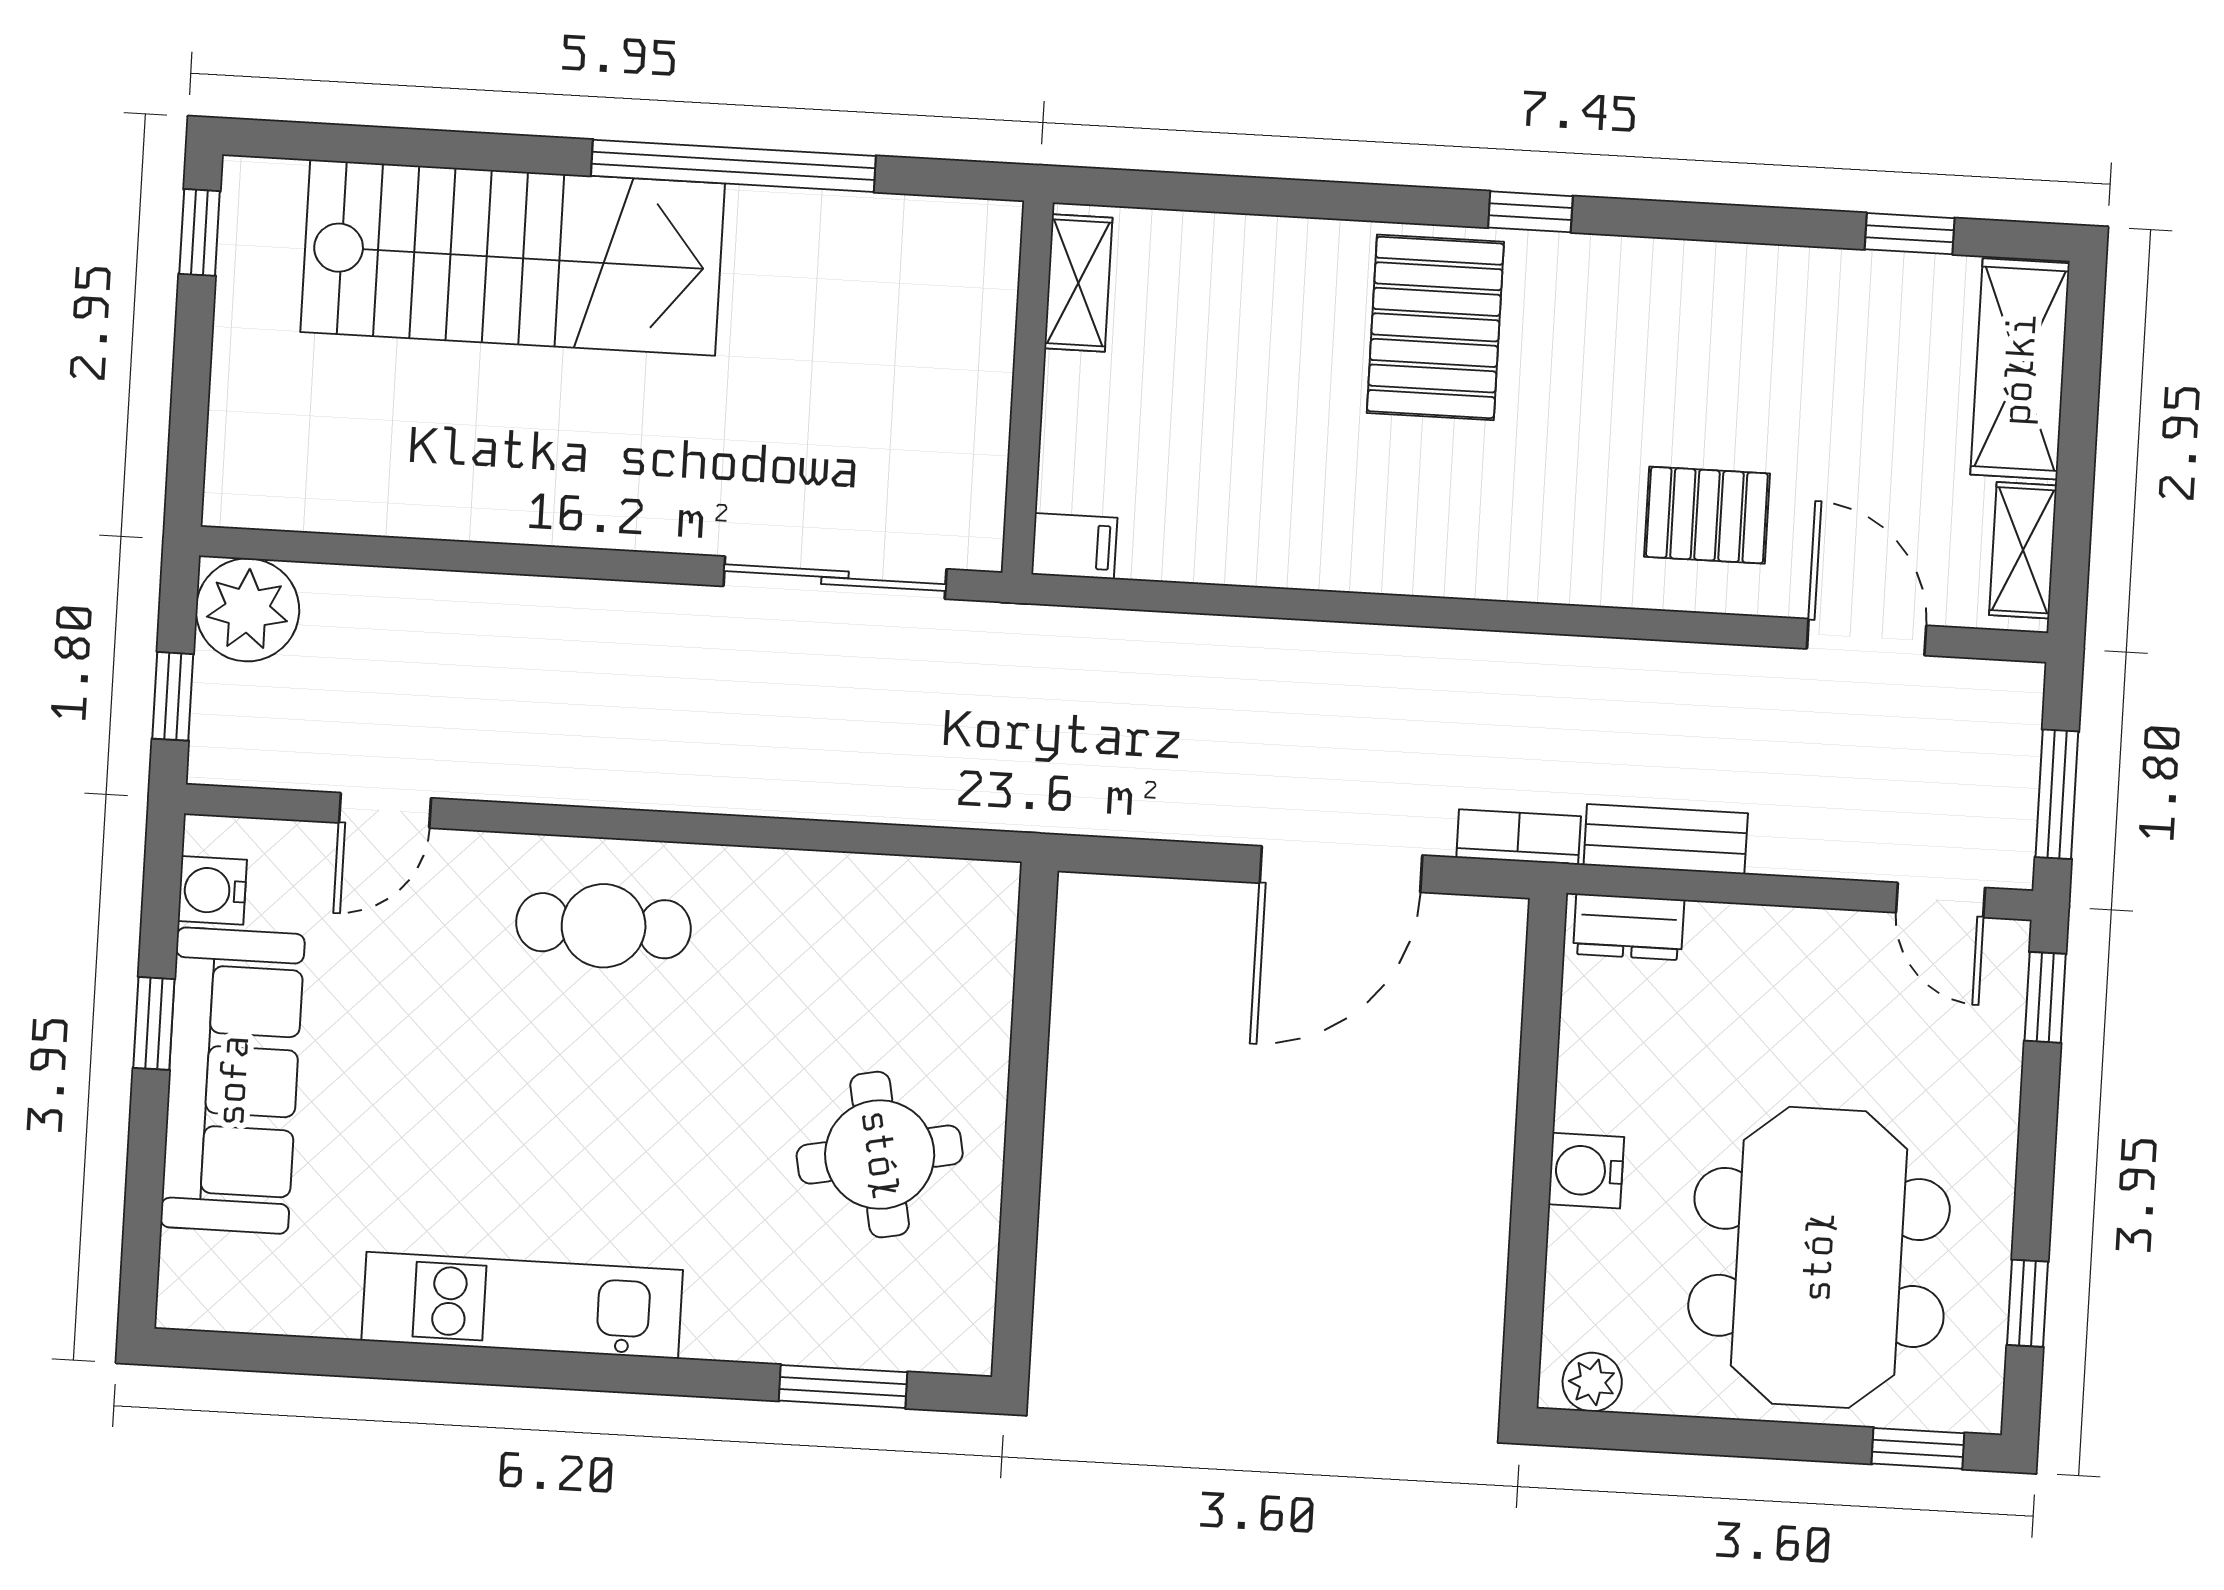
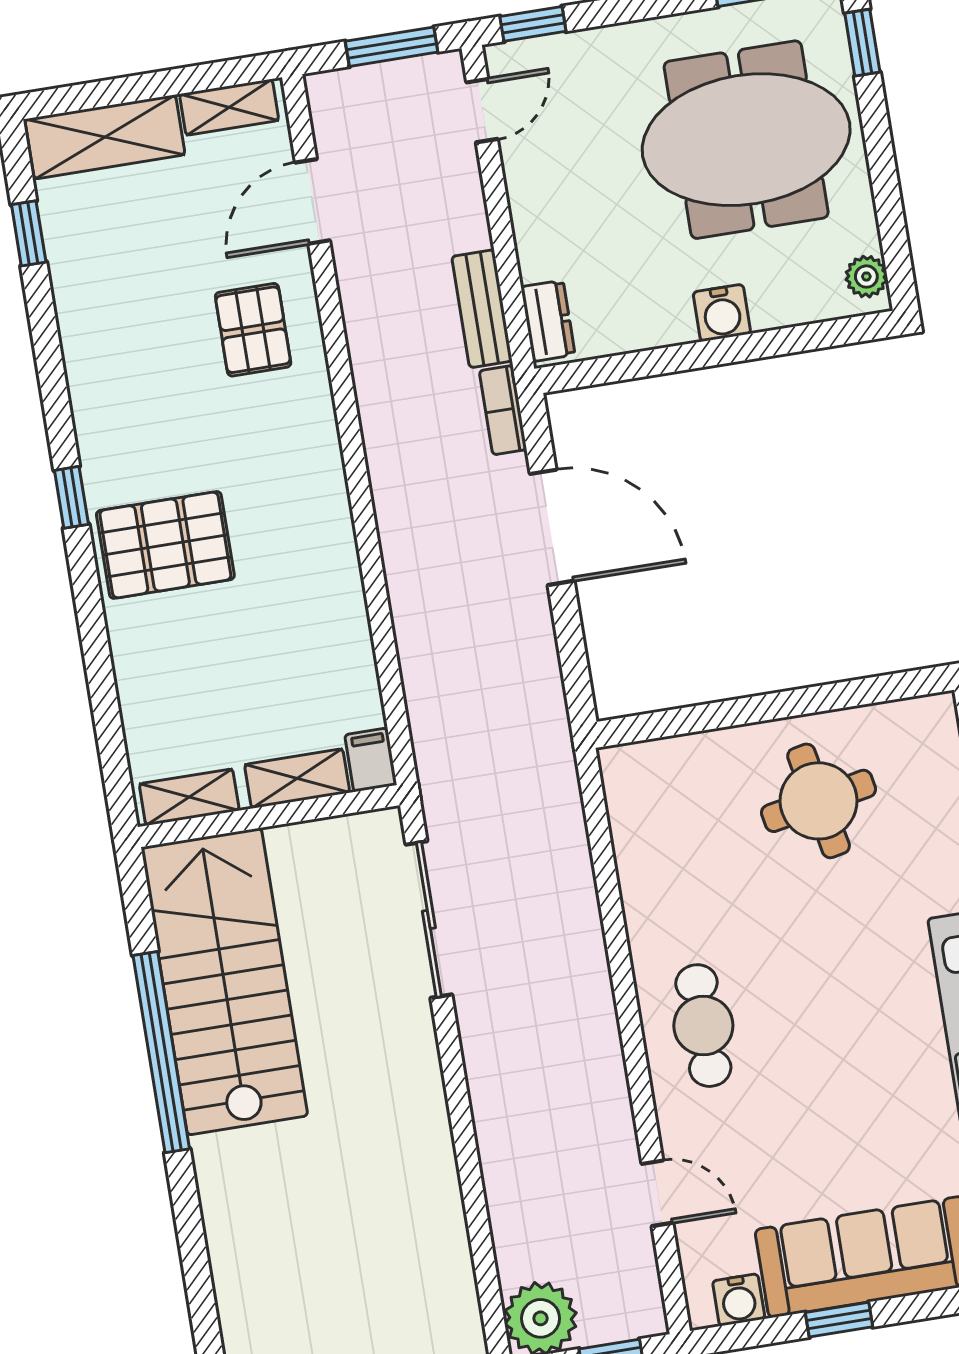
stairs: (513, 258) -> (224, 981), moved
shelving: (1071, 438) -> (297, 779), added

